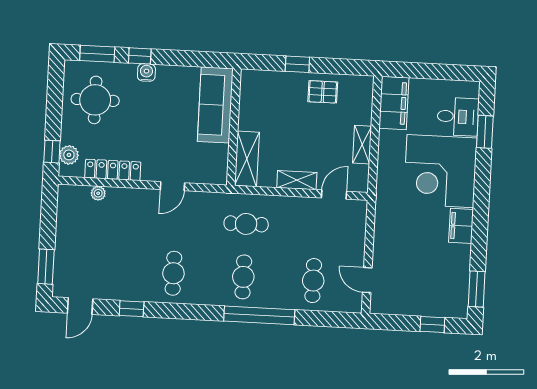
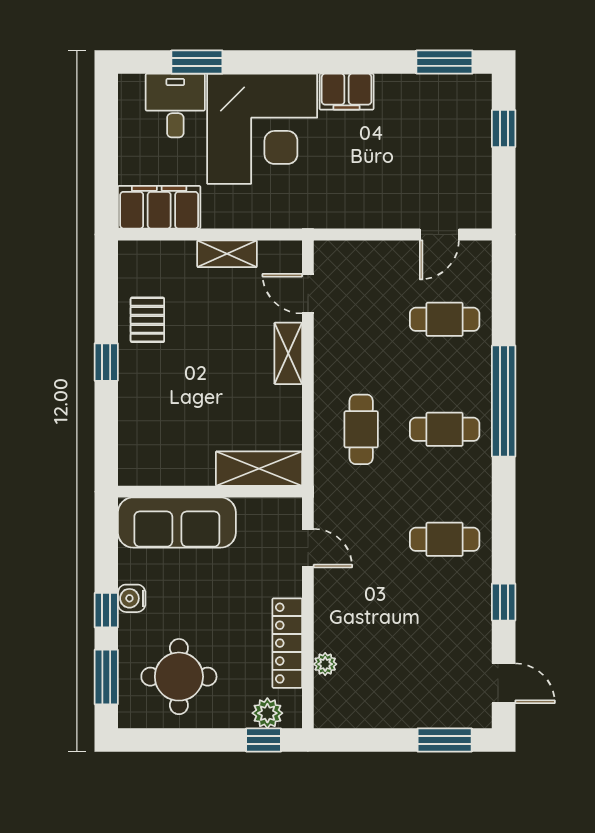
sofa: (215, 105) -> (177, 523), moved
wall: (234, 127) -> (210, 492), moved
shelving: (247, 159) -> (259, 469), moved

